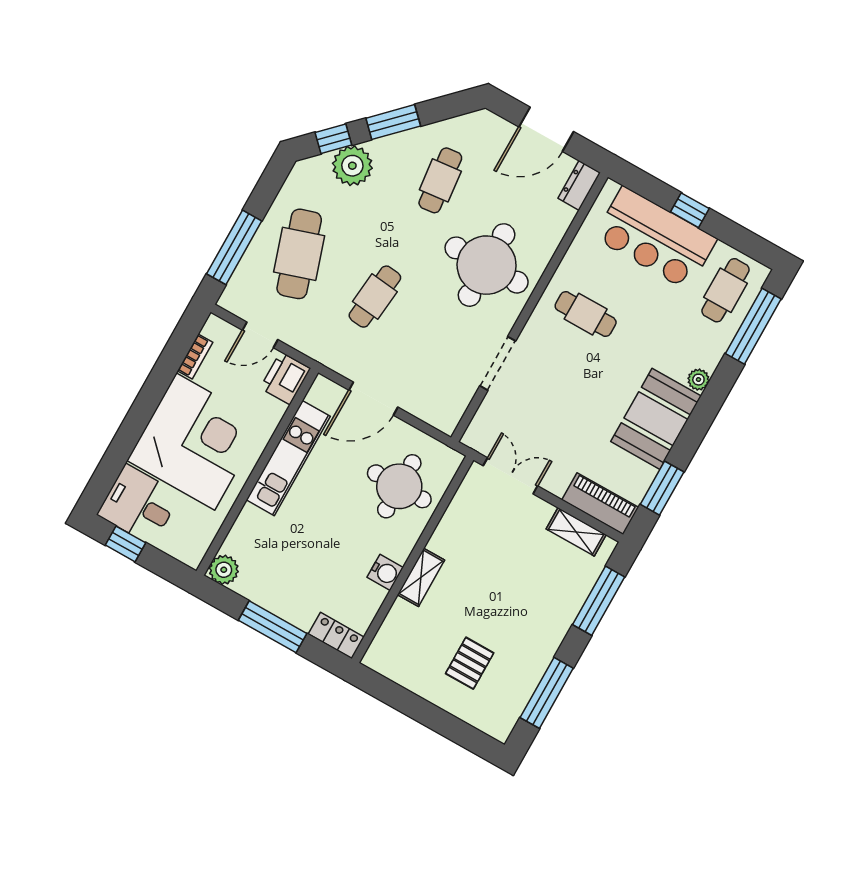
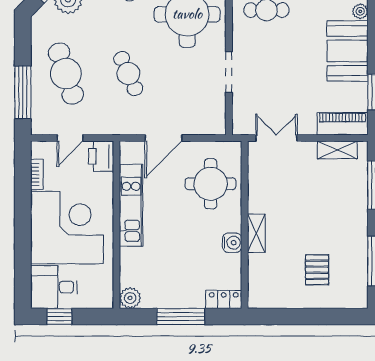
cafe table: (375, 297) -> (128, 74), turned -30

